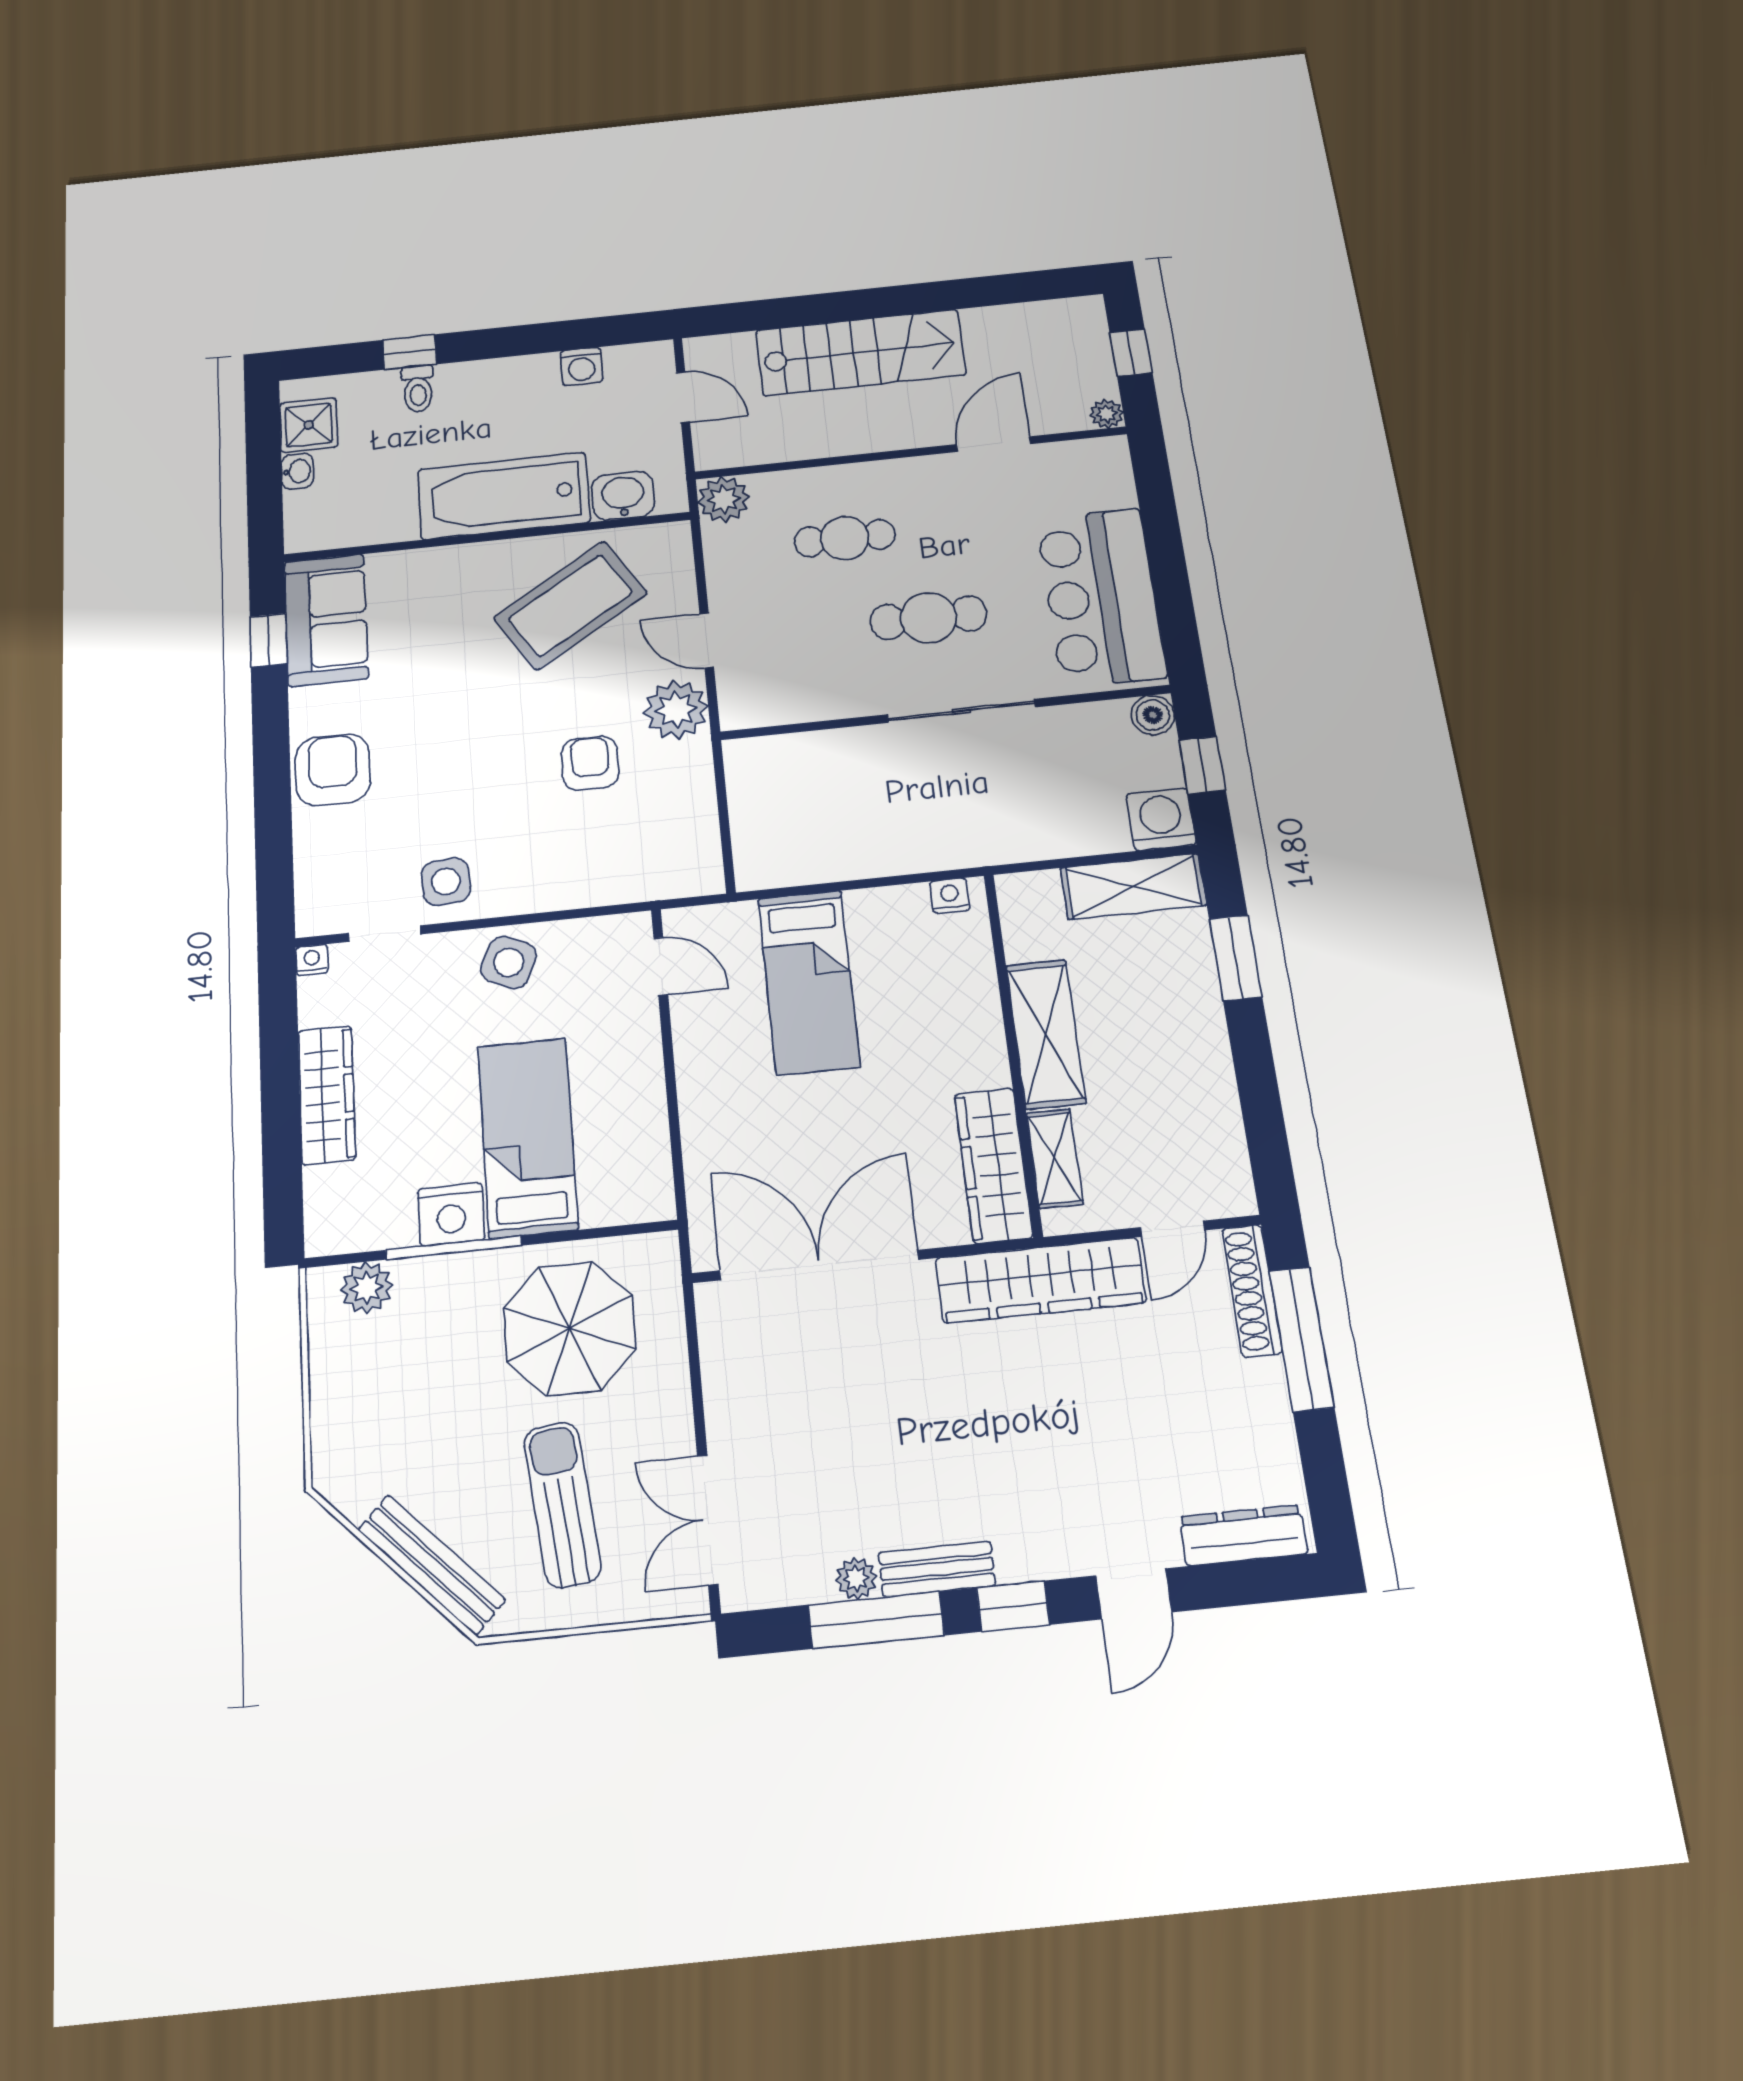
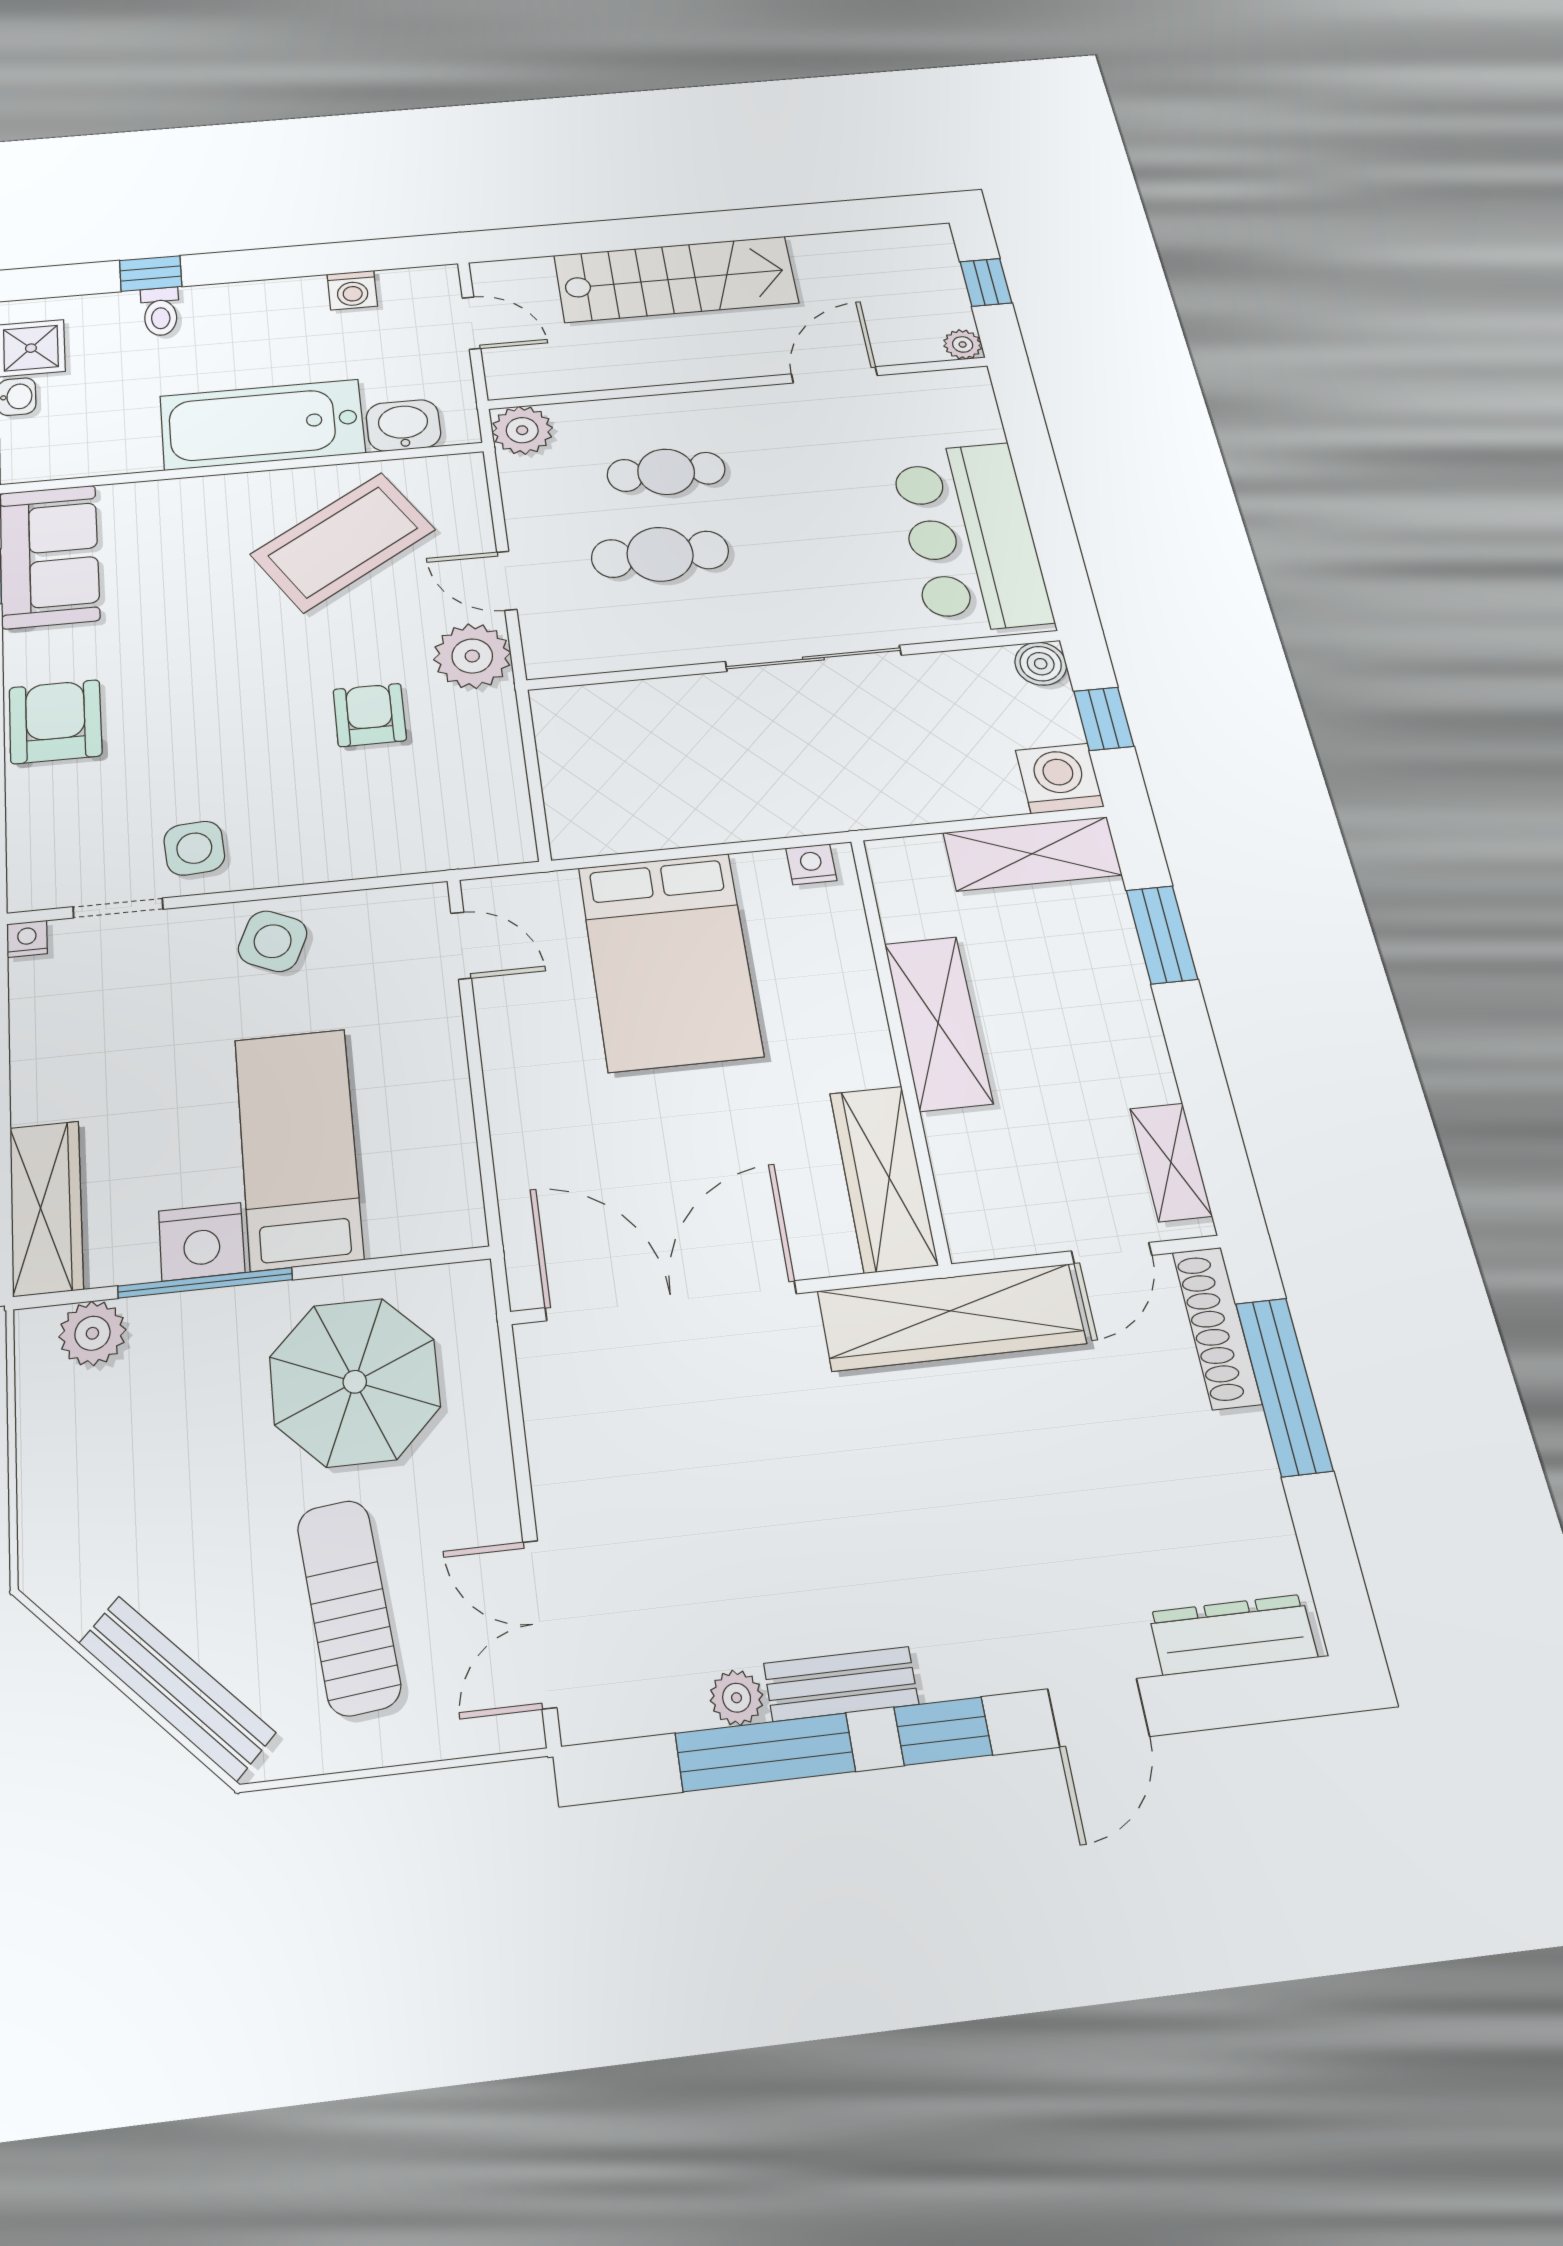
cafe table: (928, 618) -> (660, 554), moved
bed: (809, 982) -> (670, 961), width x1.50
wardrobe: (327, 1095) -> (46, 1208), moved
shelving: (1055, 1158) -> (1171, 1162), moved

